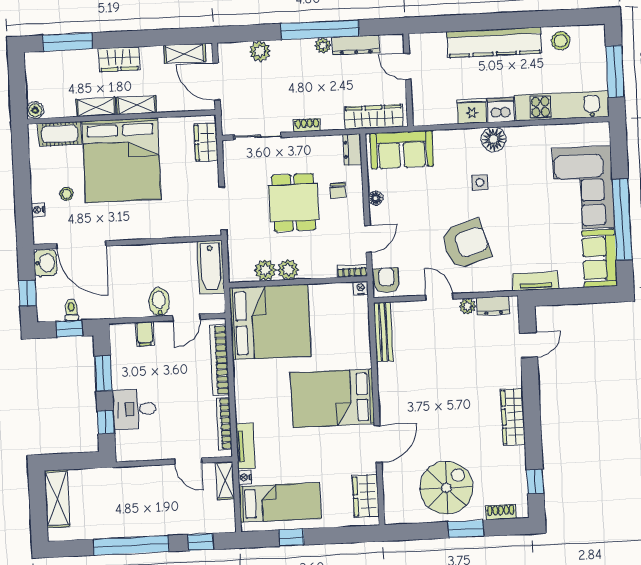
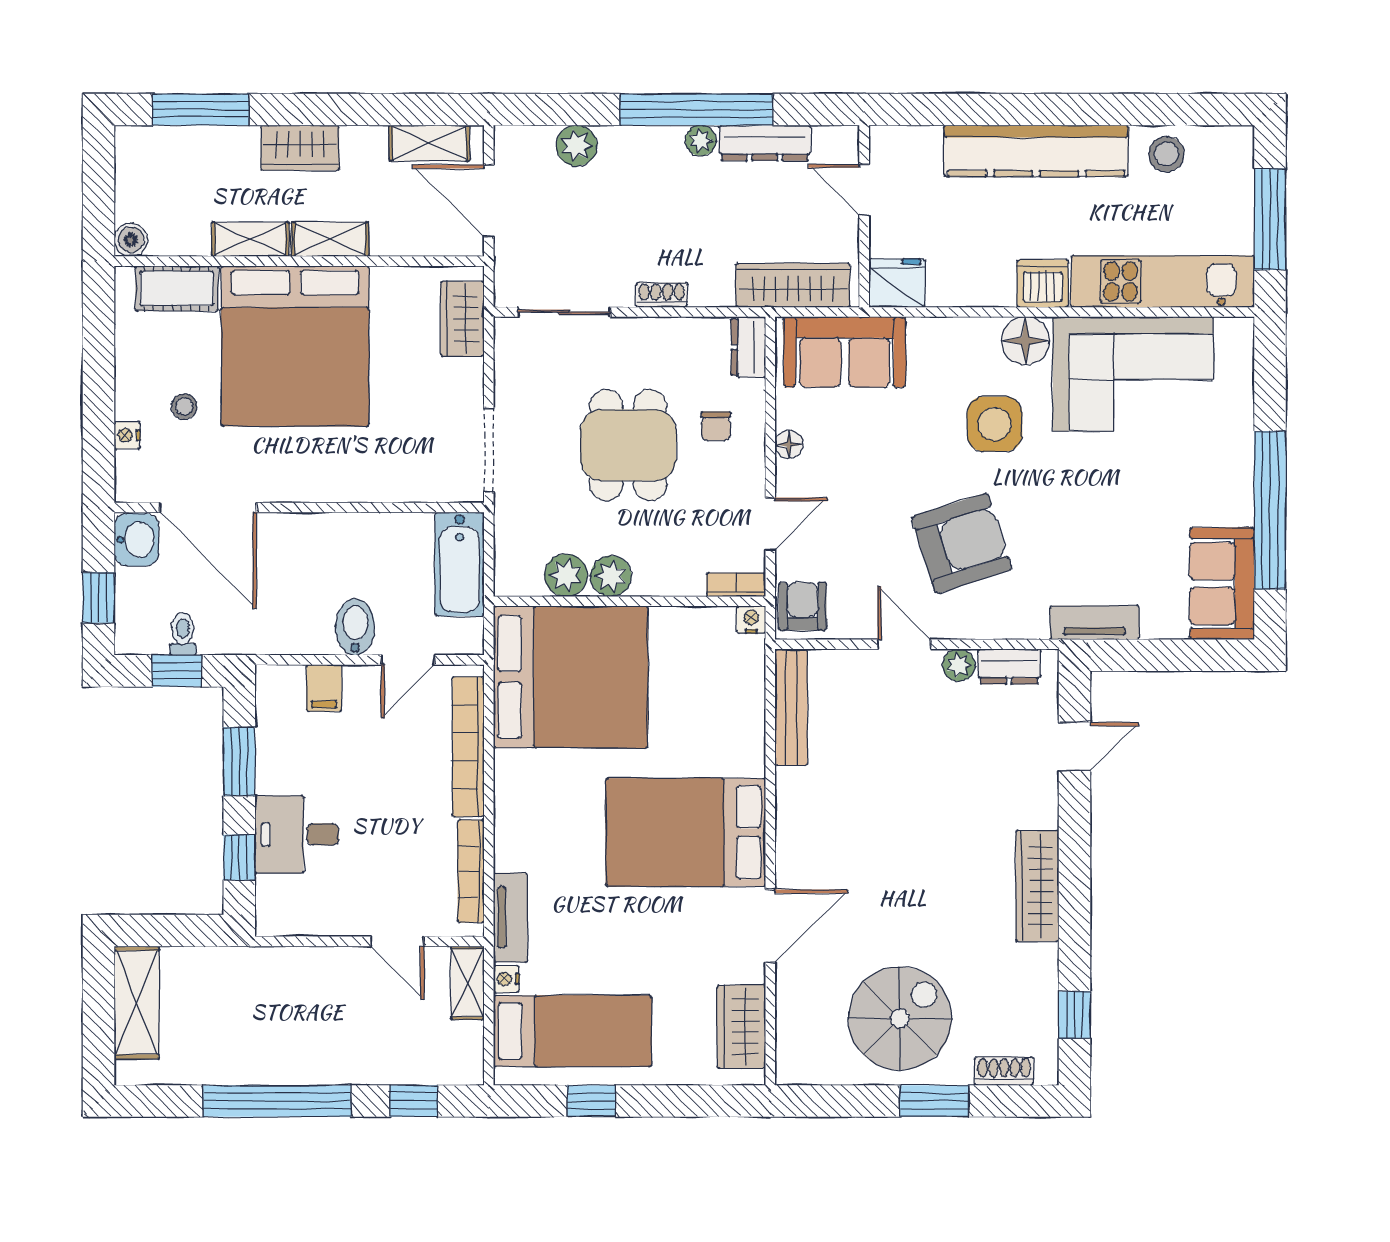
fridge: (472, 111) -> (897, 283), moved
side table: (480, 183) -> (995, 424), width x1.87, depth x1.87
corner sofa: (583, 188) -> (1133, 374), moved, turned -90

